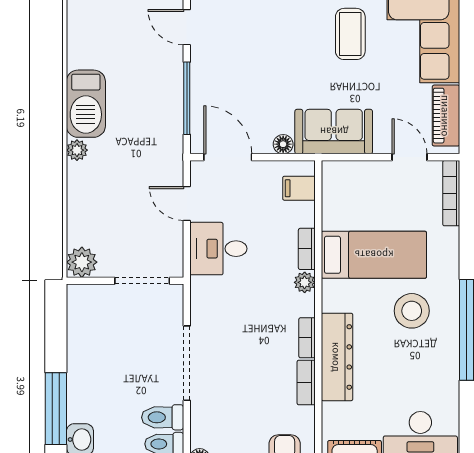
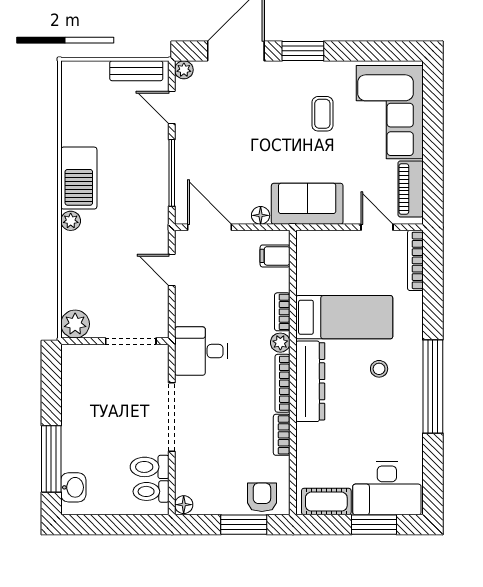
coffee table: (350, 34) -> (322, 114), width x0.73, depth x0.77
desk: (218, 249) -> (201, 351), moved
stool: (412, 311) -> (379, 369), width x0.53, depth x0.53
bookcase: (307, 338) -> (283, 383), width x1.56
dresser: (337, 357) -> (310, 381), moved

